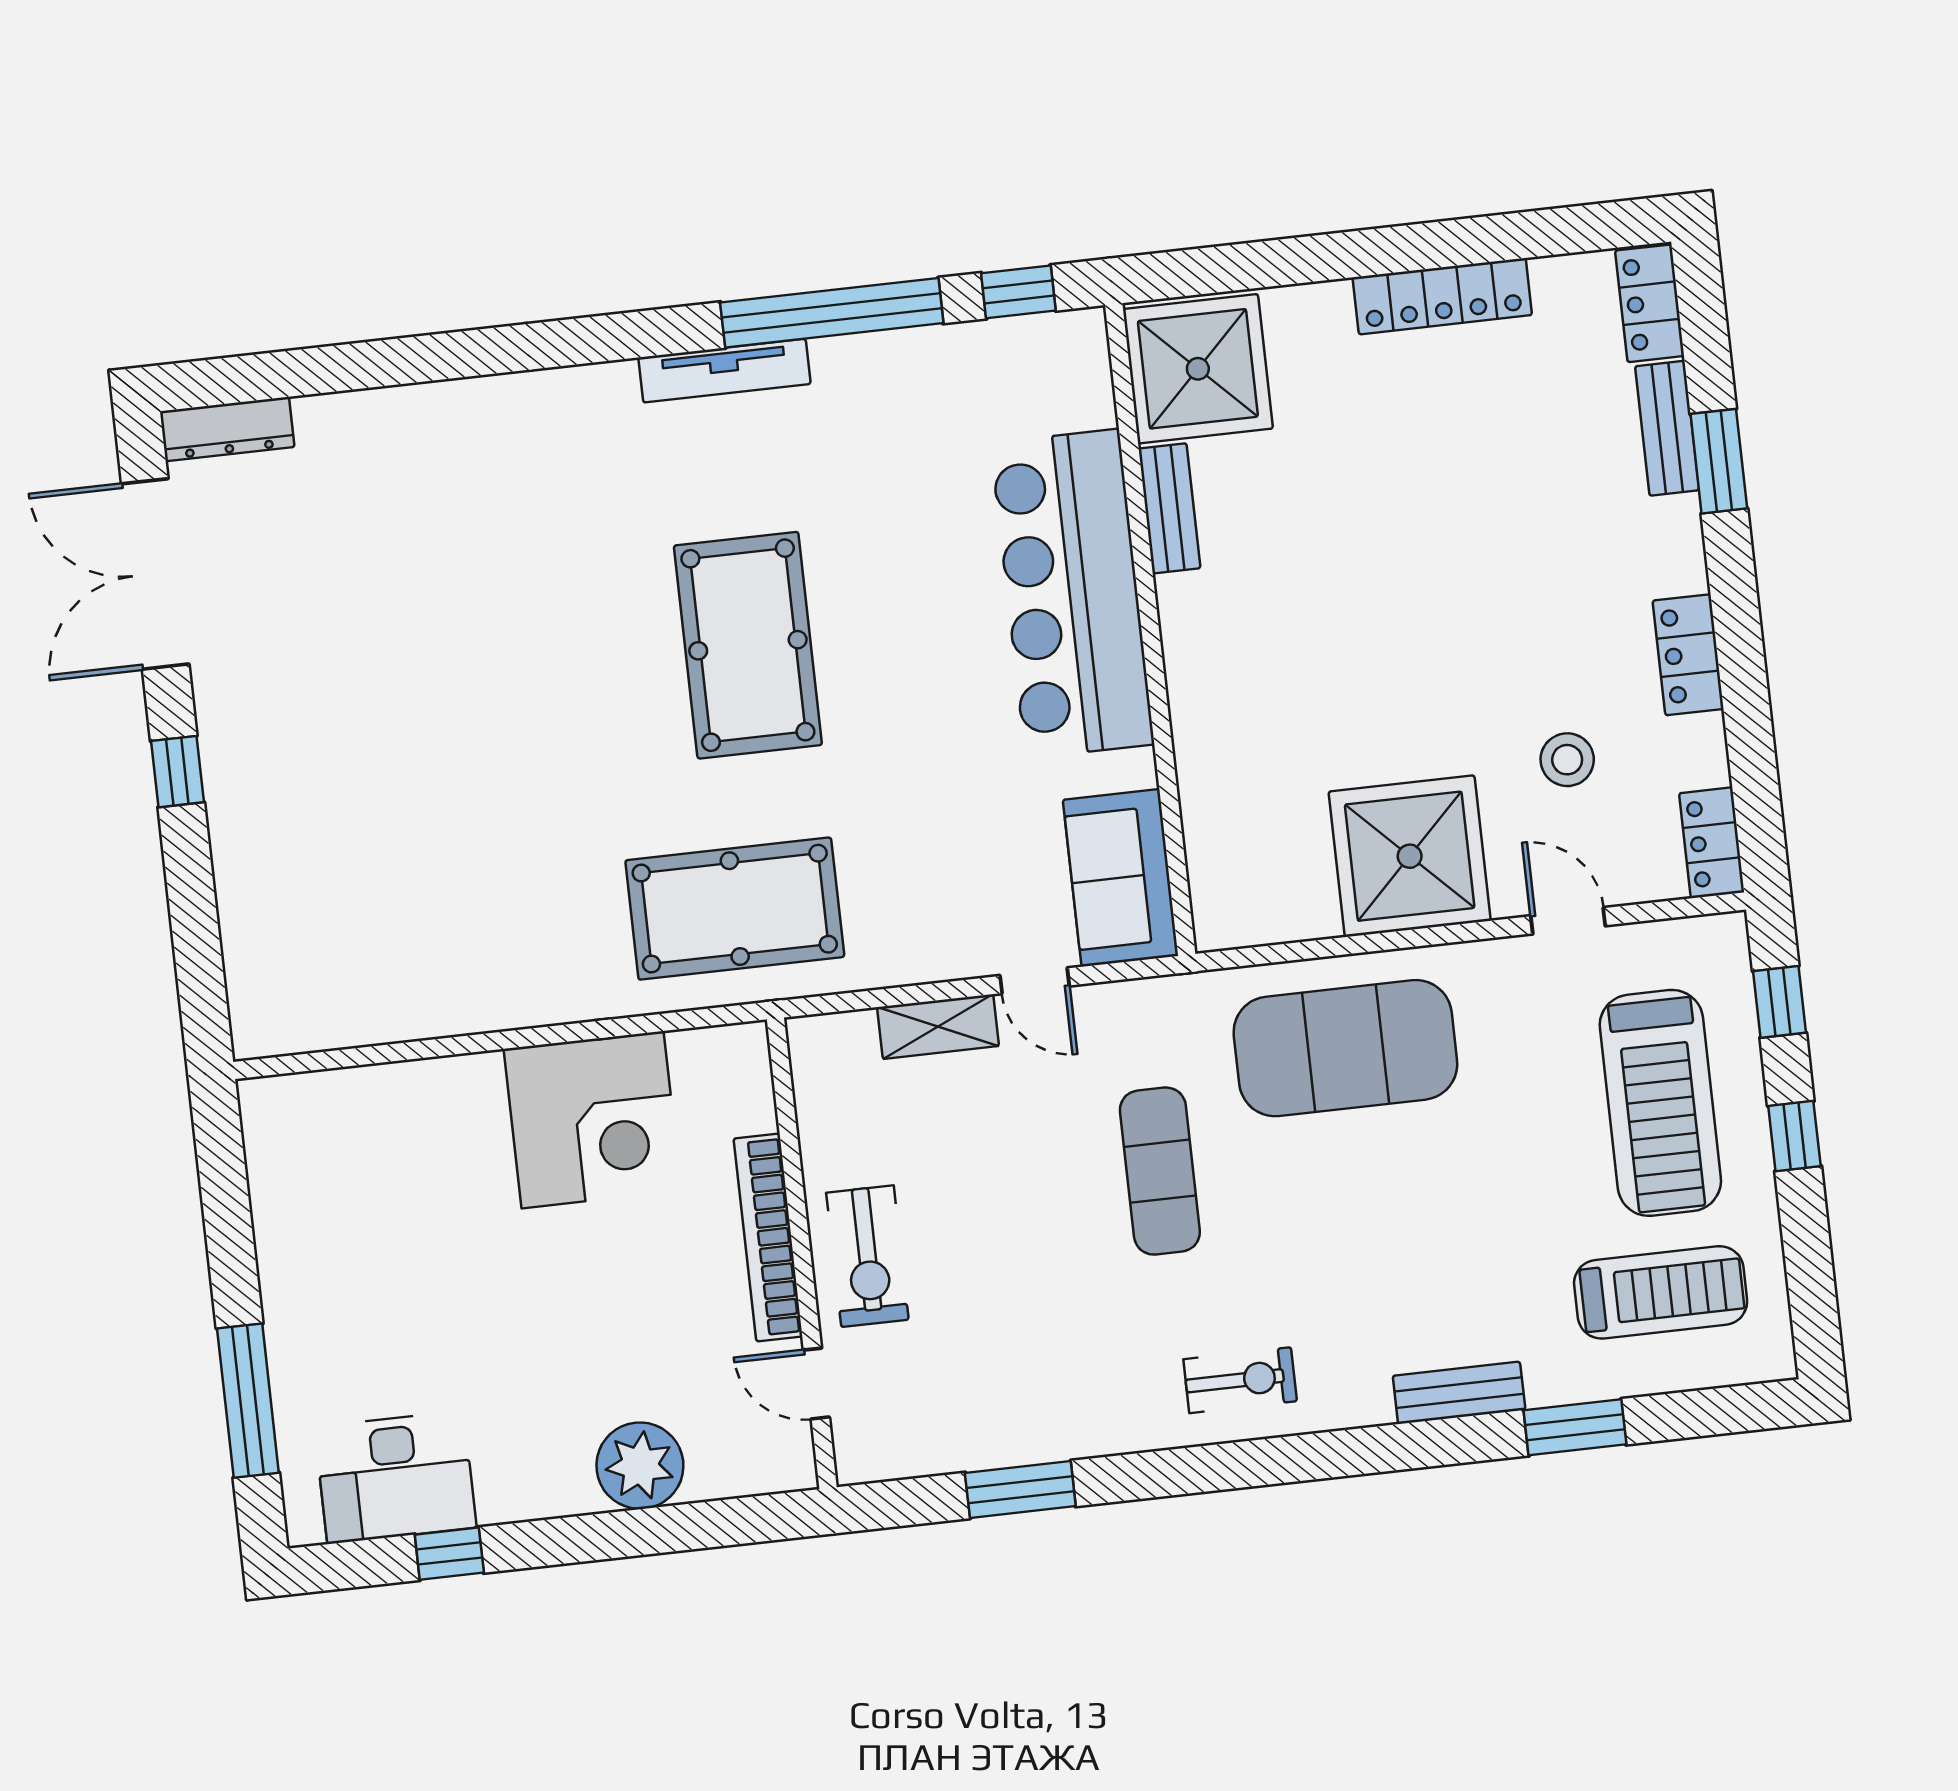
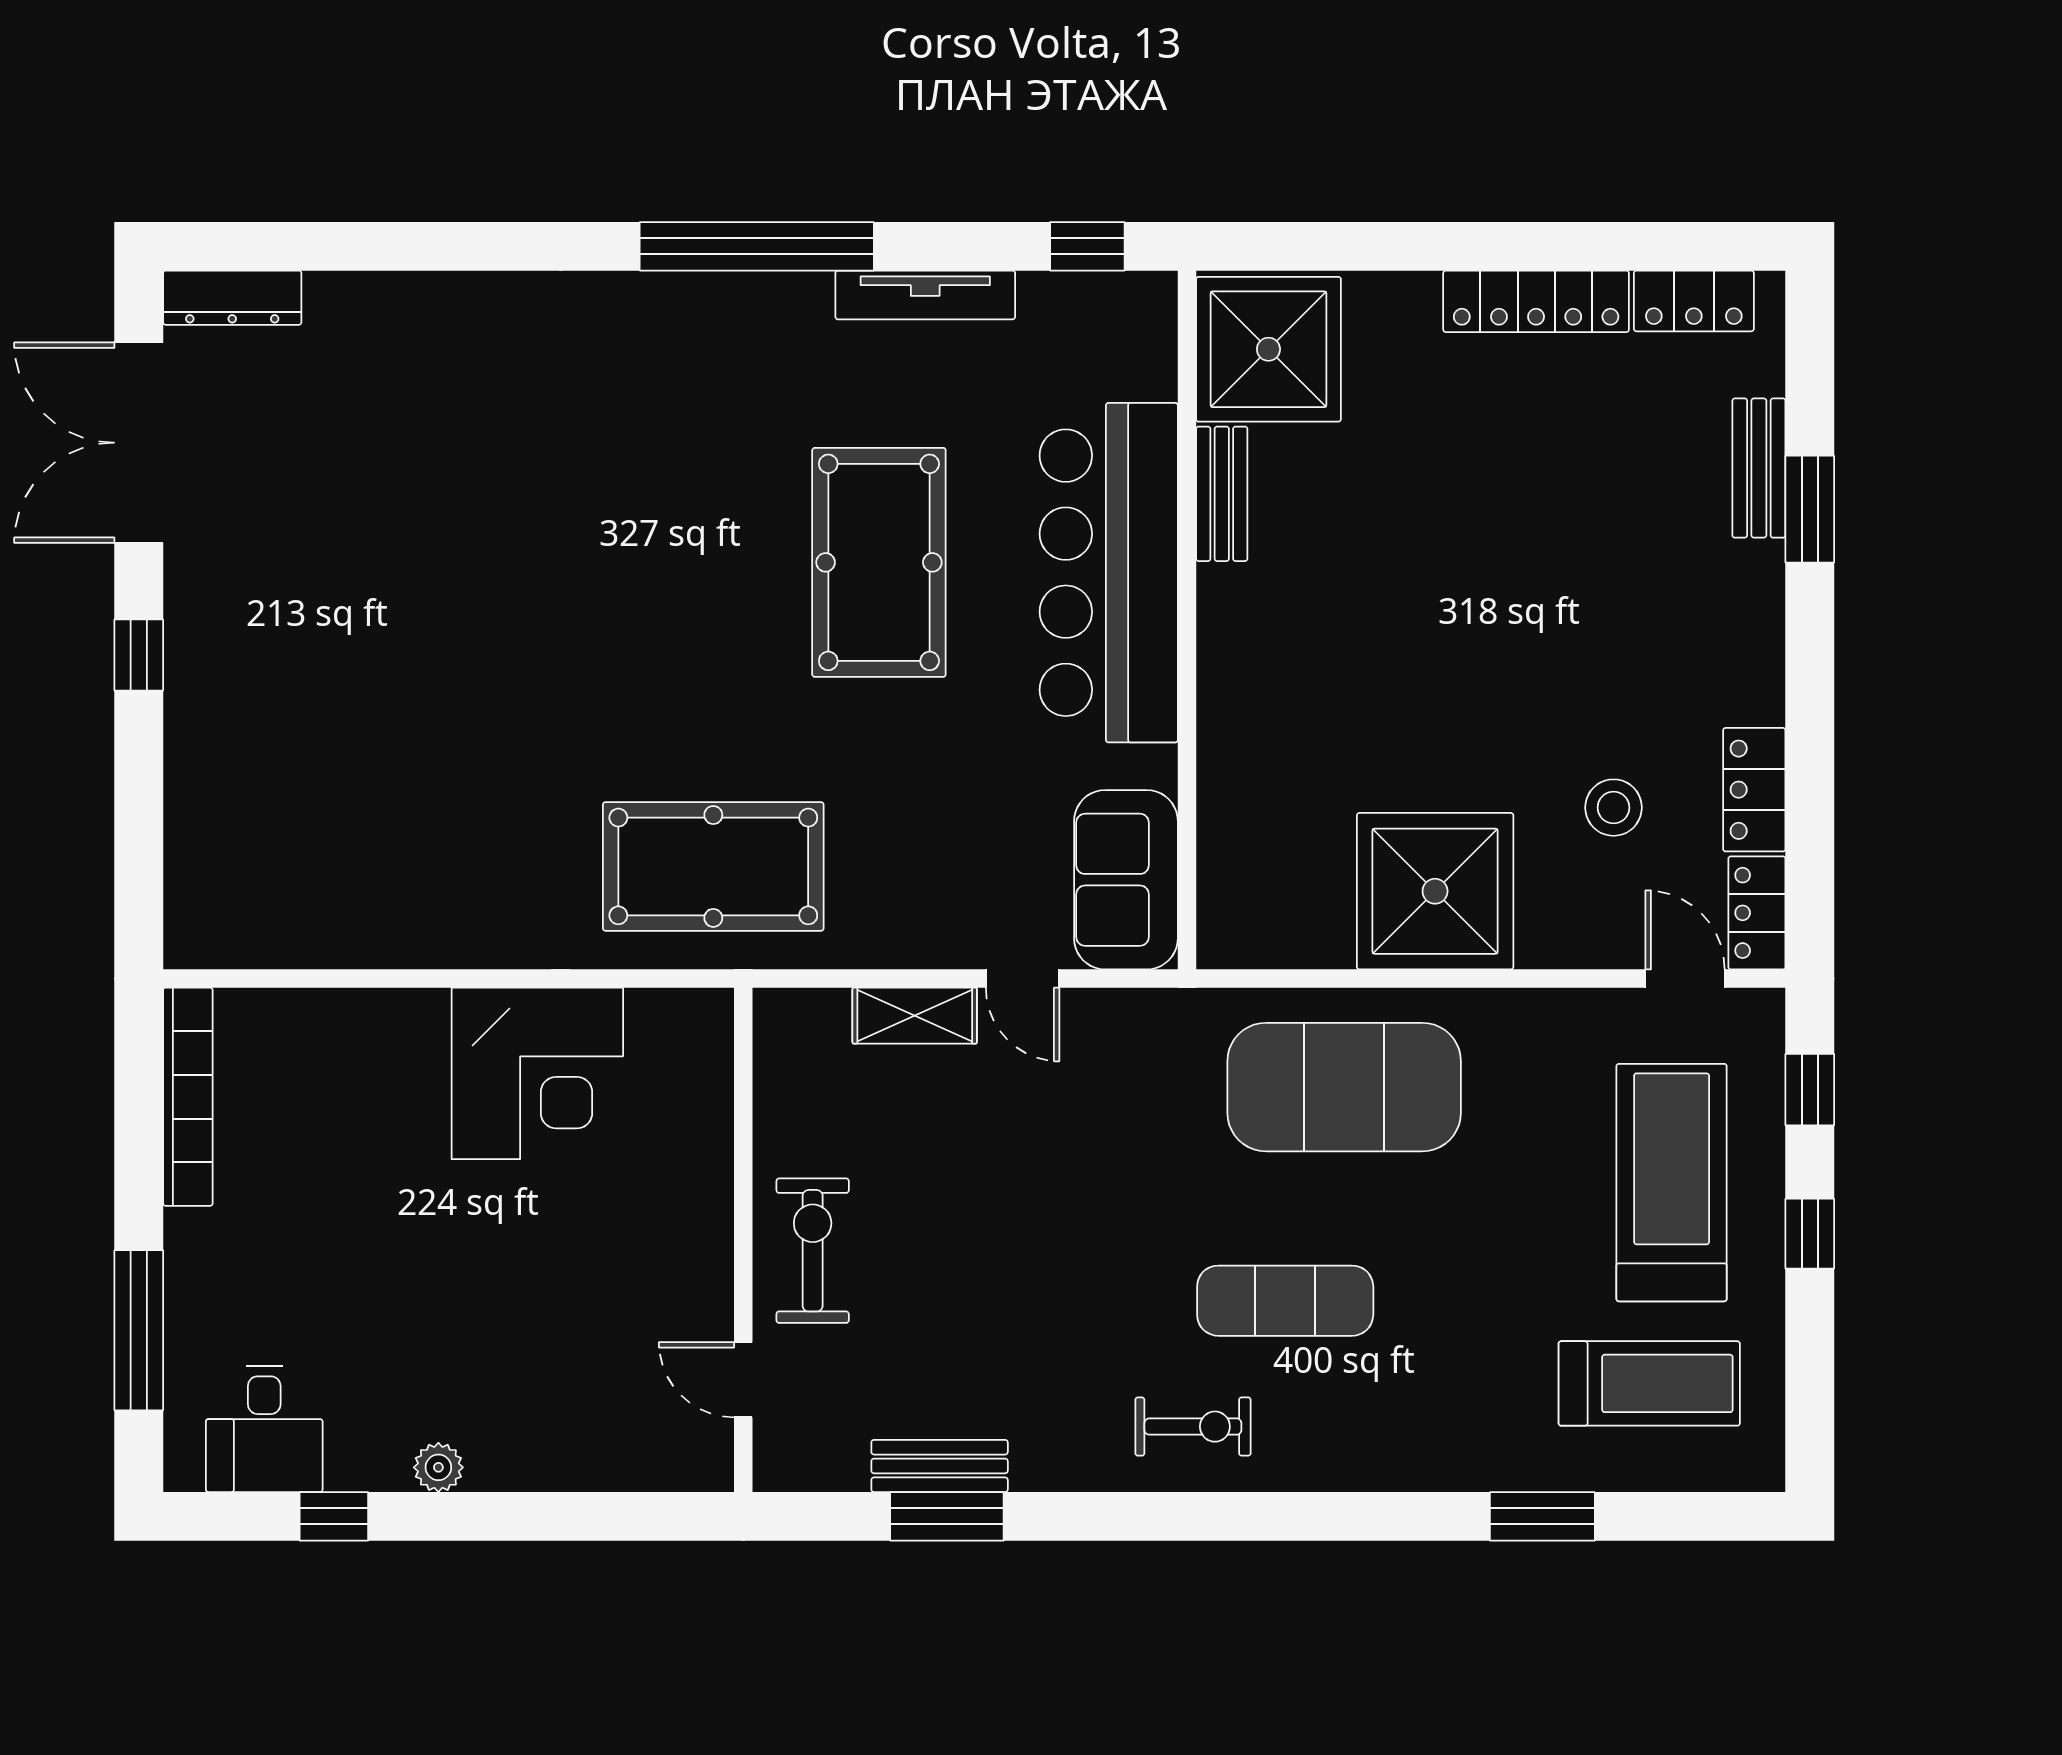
locker: (1650, 303) -> (1694, 301), moved, turned -90
window: (832, 313) -> (757, 246), moved
tv unit: (724, 371) -> (925, 295), moved
pool table: (748, 645) -> (879, 562), moved
locker: (1688, 655) -> (1754, 790), moved
door: (1568, 921) -> (1685, 979), moved
treadmill: (1660, 1103) -> (1672, 1183), turned 180
exercise mat: (1160, 1171) -> (1285, 1301), moved, turned 90
bookcase: (768, 1237) -> (188, 1097), moved, turned 180
exercise bike: (867, 1256) -> (813, 1251), turned 180
bench: (1459, 1393) -> (940, 1466), moved
plant: (640, 1466) -> (438, 1467), moved, width x0.53, depth x0.53
desk: (395, 1477) -> (264, 1429), width x0.73

